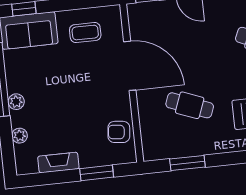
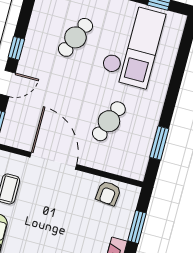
door: (130, 66) -> (53, 161), hinge flipped

